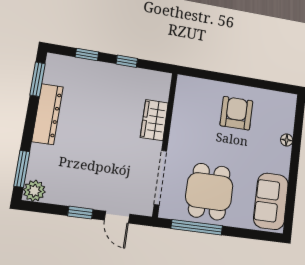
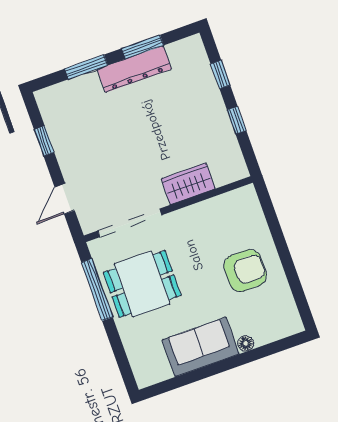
window: (38, 79) -> (143, 47), moved
window: (22, 169) -> (86, 67), moved
plant: (34, 191) -> (49, 100), removed
sofa: (271, 201) -> (201, 347), moved
window: (80, 213) -> (44, 141), moved

